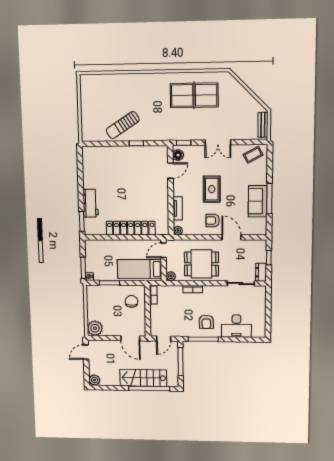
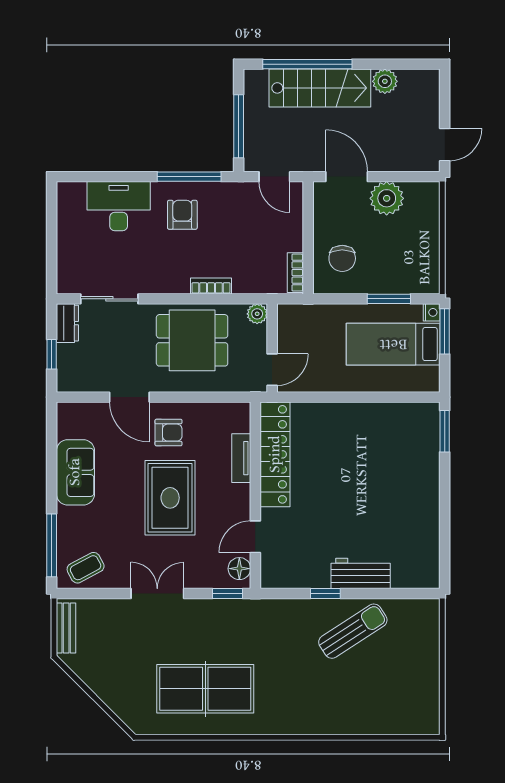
rug: (212, 189) -> (170, 498), width x1.36, depth x1.43
window: (269, 199) -> (52, 545), moved
workbench: (91, 203) -> (361, 573), moved, turned 90
locker: (131, 228) -> (275, 454), moved, turned -90
plant: (178, 231) -> (241, 411), removed
bed: (140, 269) -> (393, 344), moved, turned 180
plant: (95, 328) -> (387, 198), moved
door: (164, 339) -> (274, 177), swing flipped
plant: (95, 380) -> (385, 81), moved

